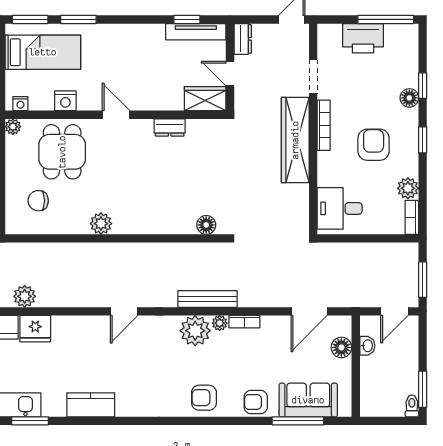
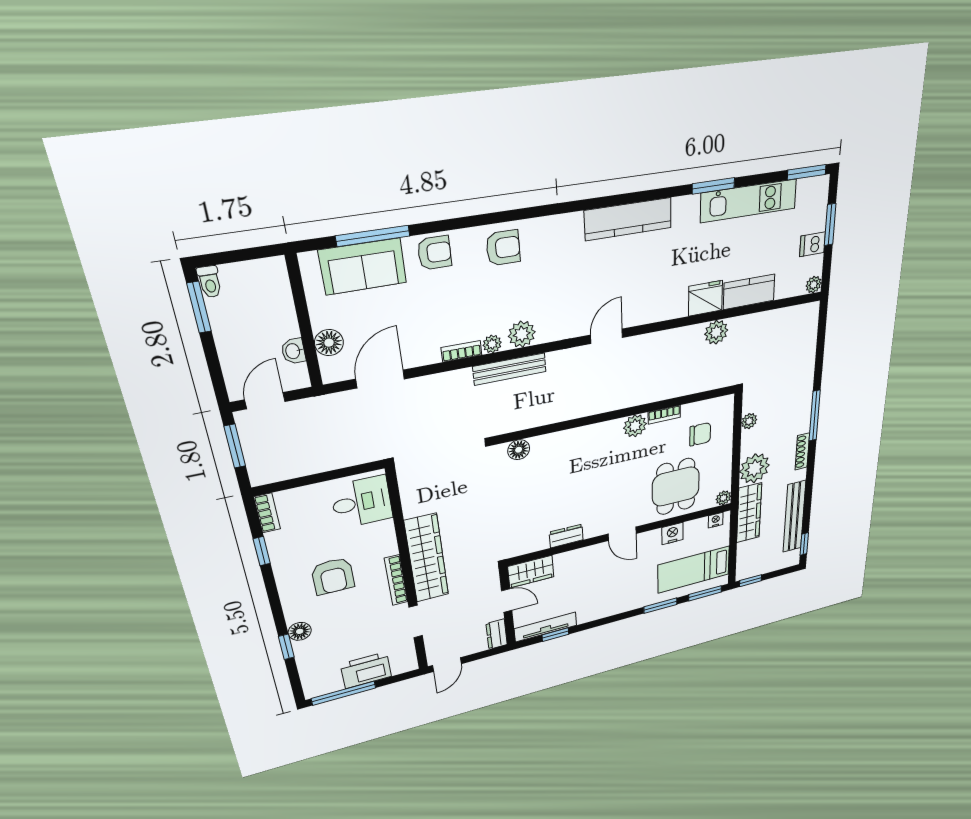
window: (423, 140) -> (262, 551), moved
plant: (408, 188) -> (280, 543), removed
bookcase: (73, 228) -> (664, 415), added
plant: (195, 331) -> (522, 334), width x0.73, depth x0.73
kitchen counter: (91, 405) -> (628, 219), width x1.50

